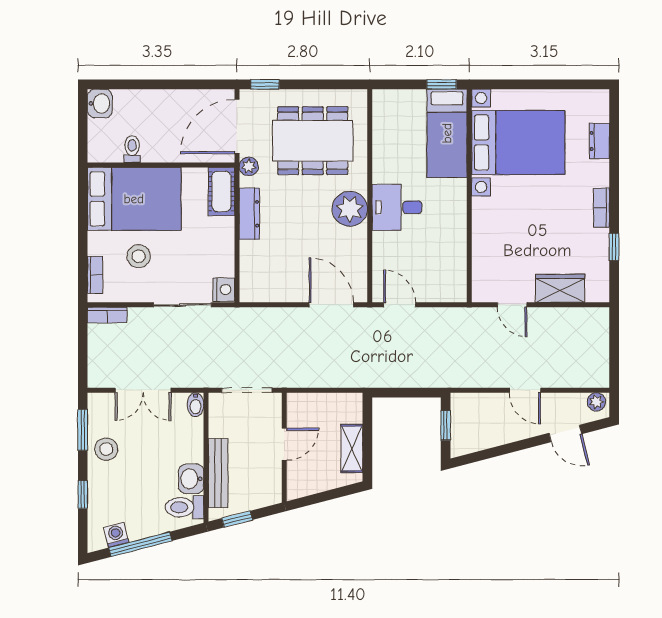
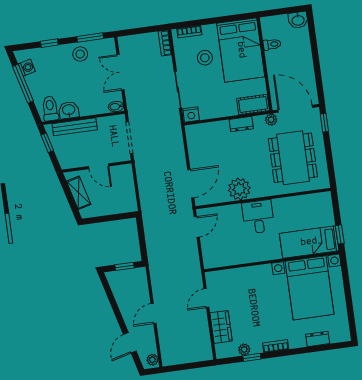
plant: (350, 209) -> (239, 189), moved
dresser: (249, 214) -> (241, 124), width x0.70
plant: (600, 257) -> (244, 349), added
shelving: (352, 449) -> (79, 193), moved, turned 75

